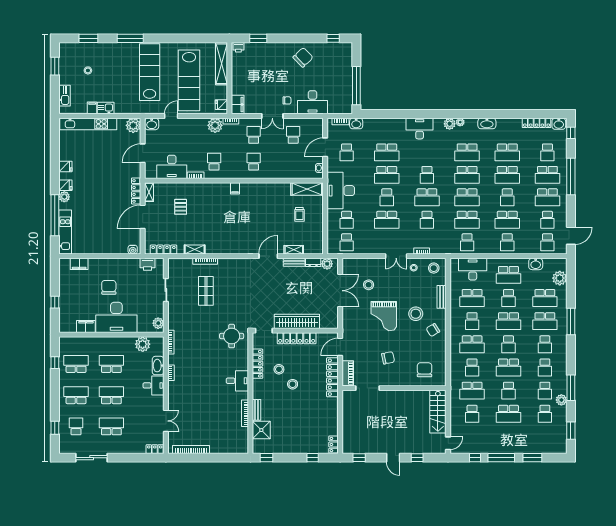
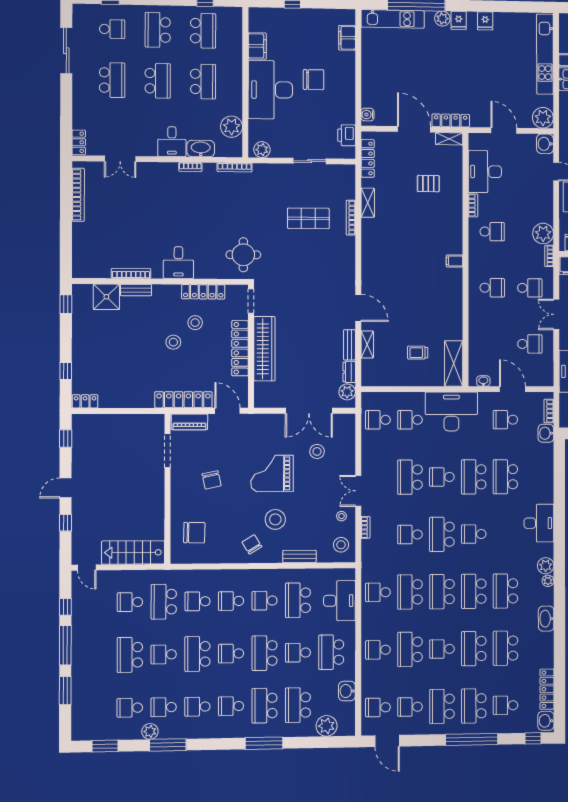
school desk: (472, 344) -> (231, 601), width x0.54
school desk: (76, 395) -> (158, 30), turned 180

